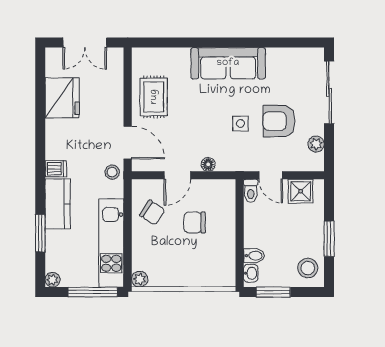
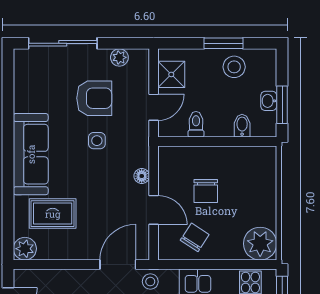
plant: (142, 58) -> (25, 249), added
rug: (154, 97) -> (53, 214), moved
armchair: (279, 121) -> (94, 98), turned -90
toilet: (251, 191) -> (196, 124), moved, turned -90
stool: (308, 268) -> (234, 67), moved
washbasin: (251, 273) -> (269, 101), moved, turned -90
plant: (140, 279) -> (260, 244), width x1.87, depth x1.87

